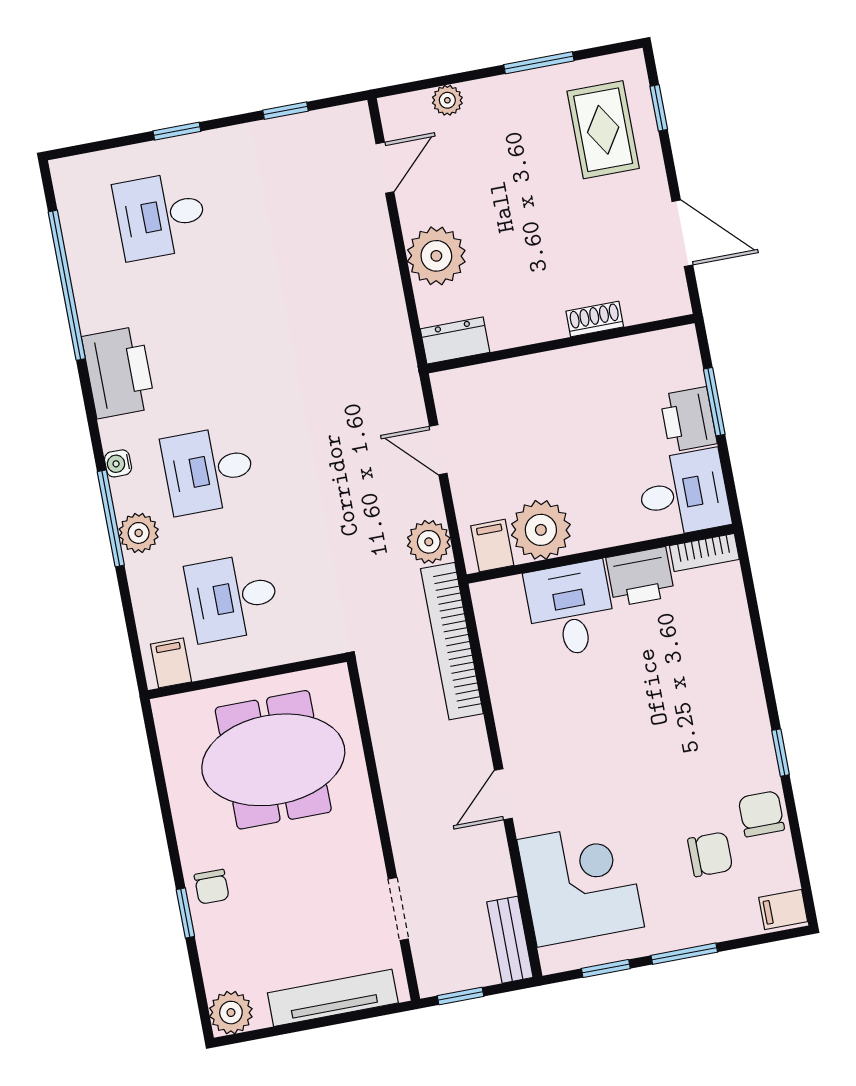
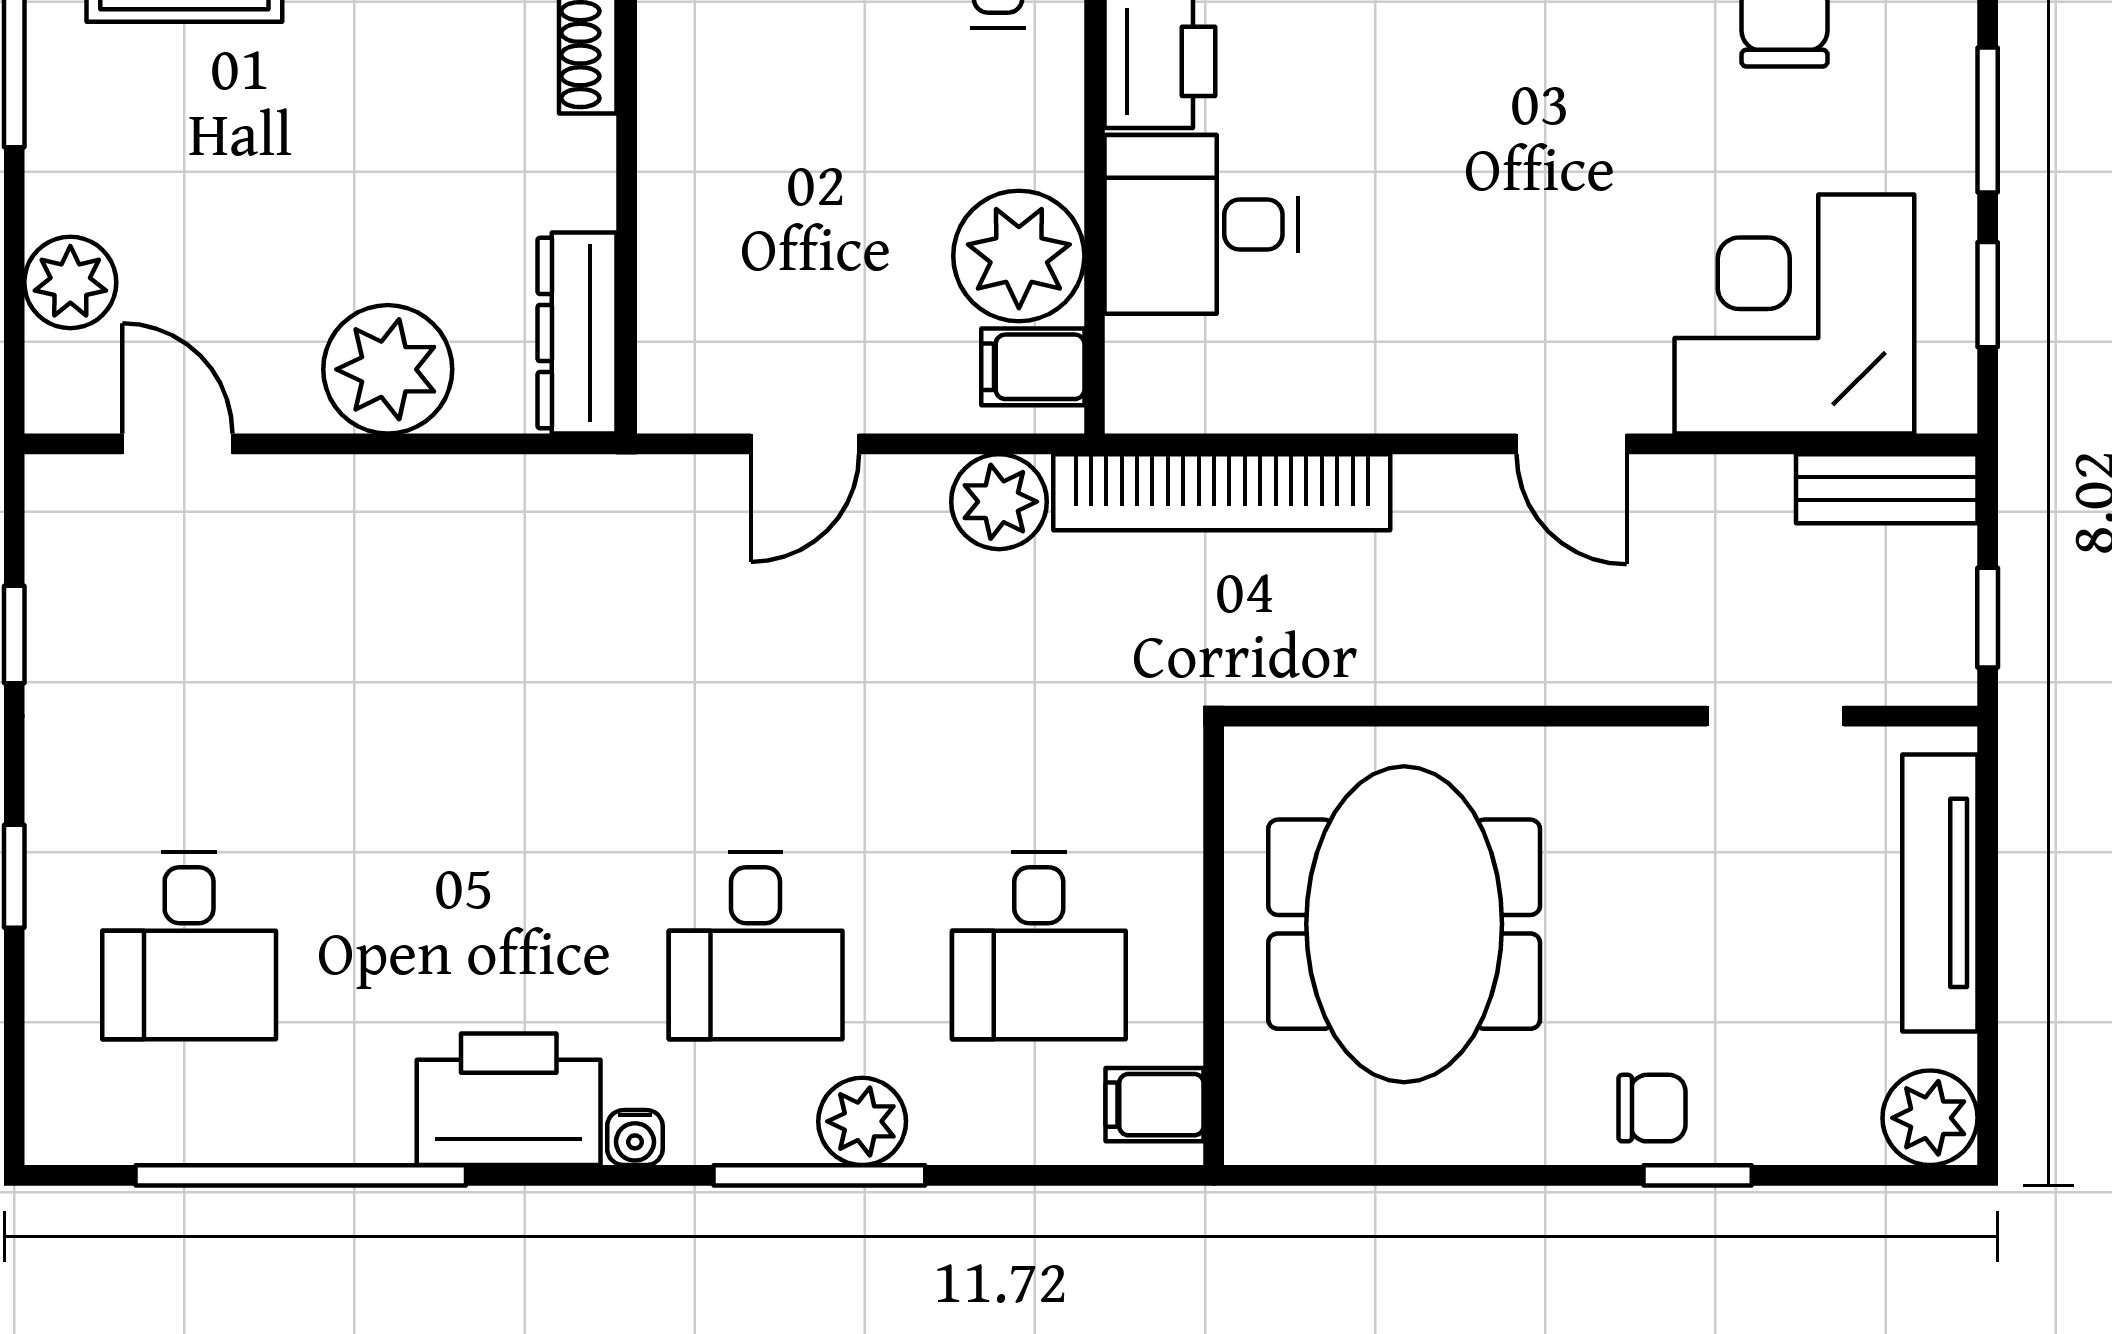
plant: (447, 100) -> (70, 282), width x1.38, depth x1.38
dresser: (455, 341) -> (577, 333), width x1.44
water cooler: (118, 463) -> (635, 1137), moved

